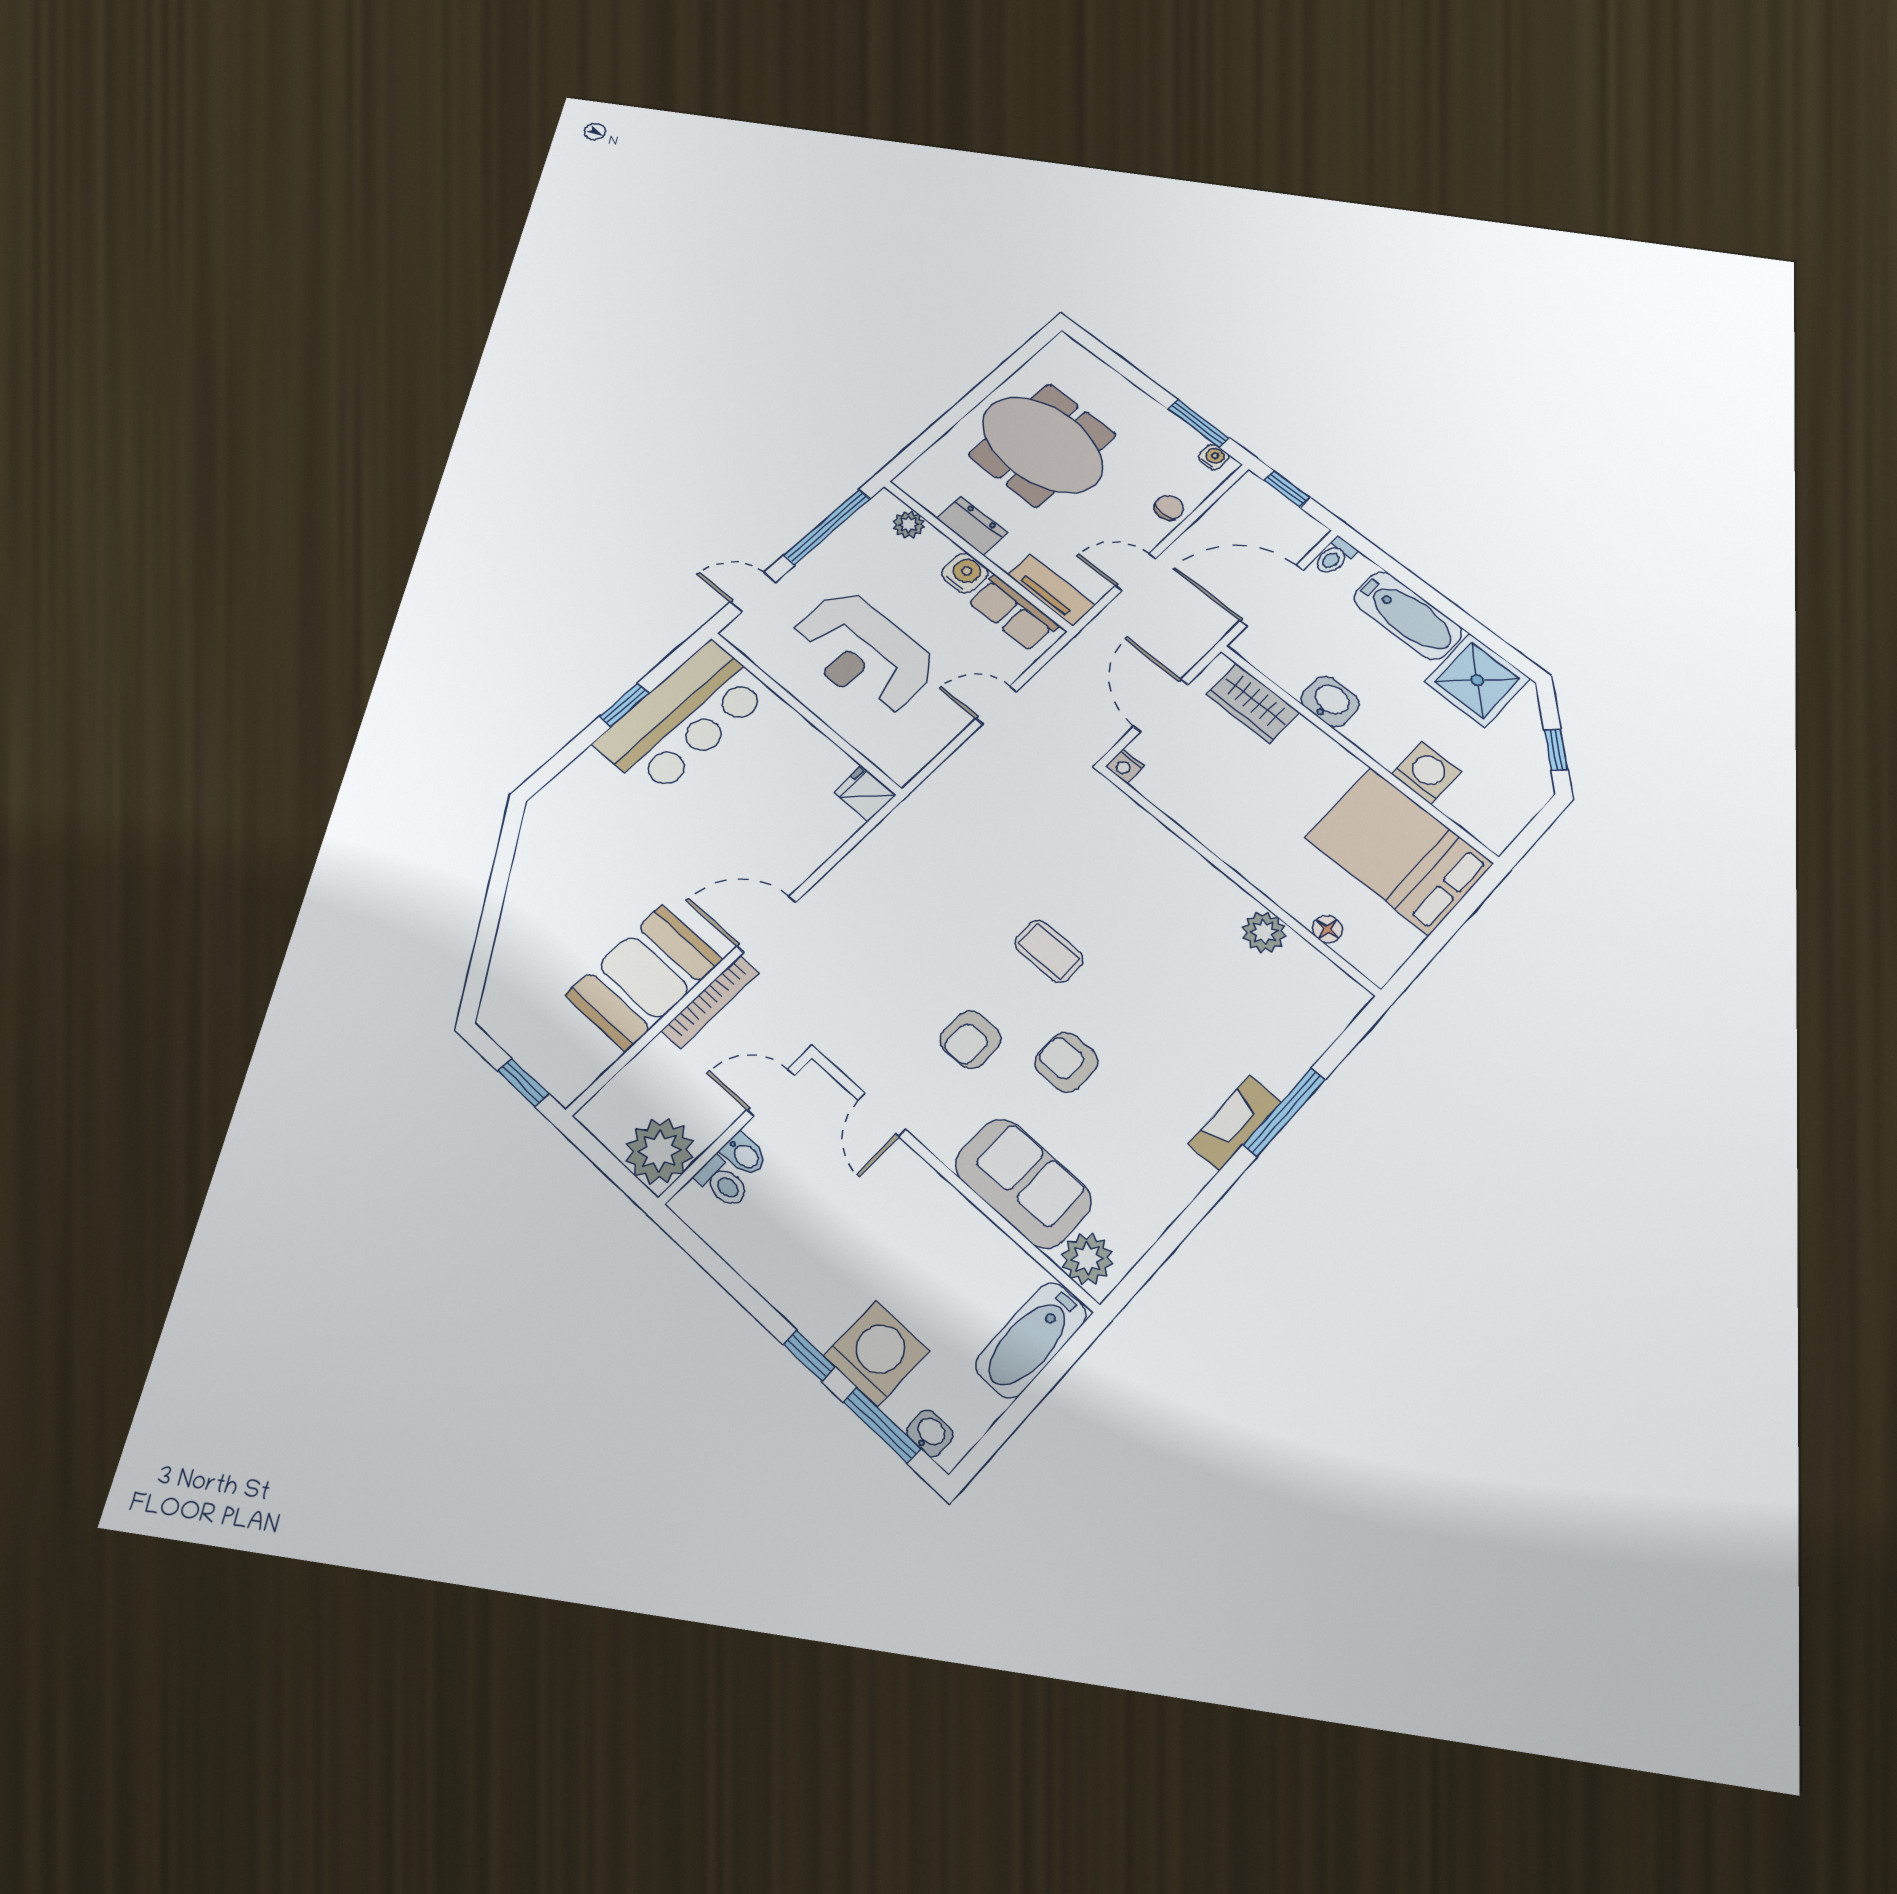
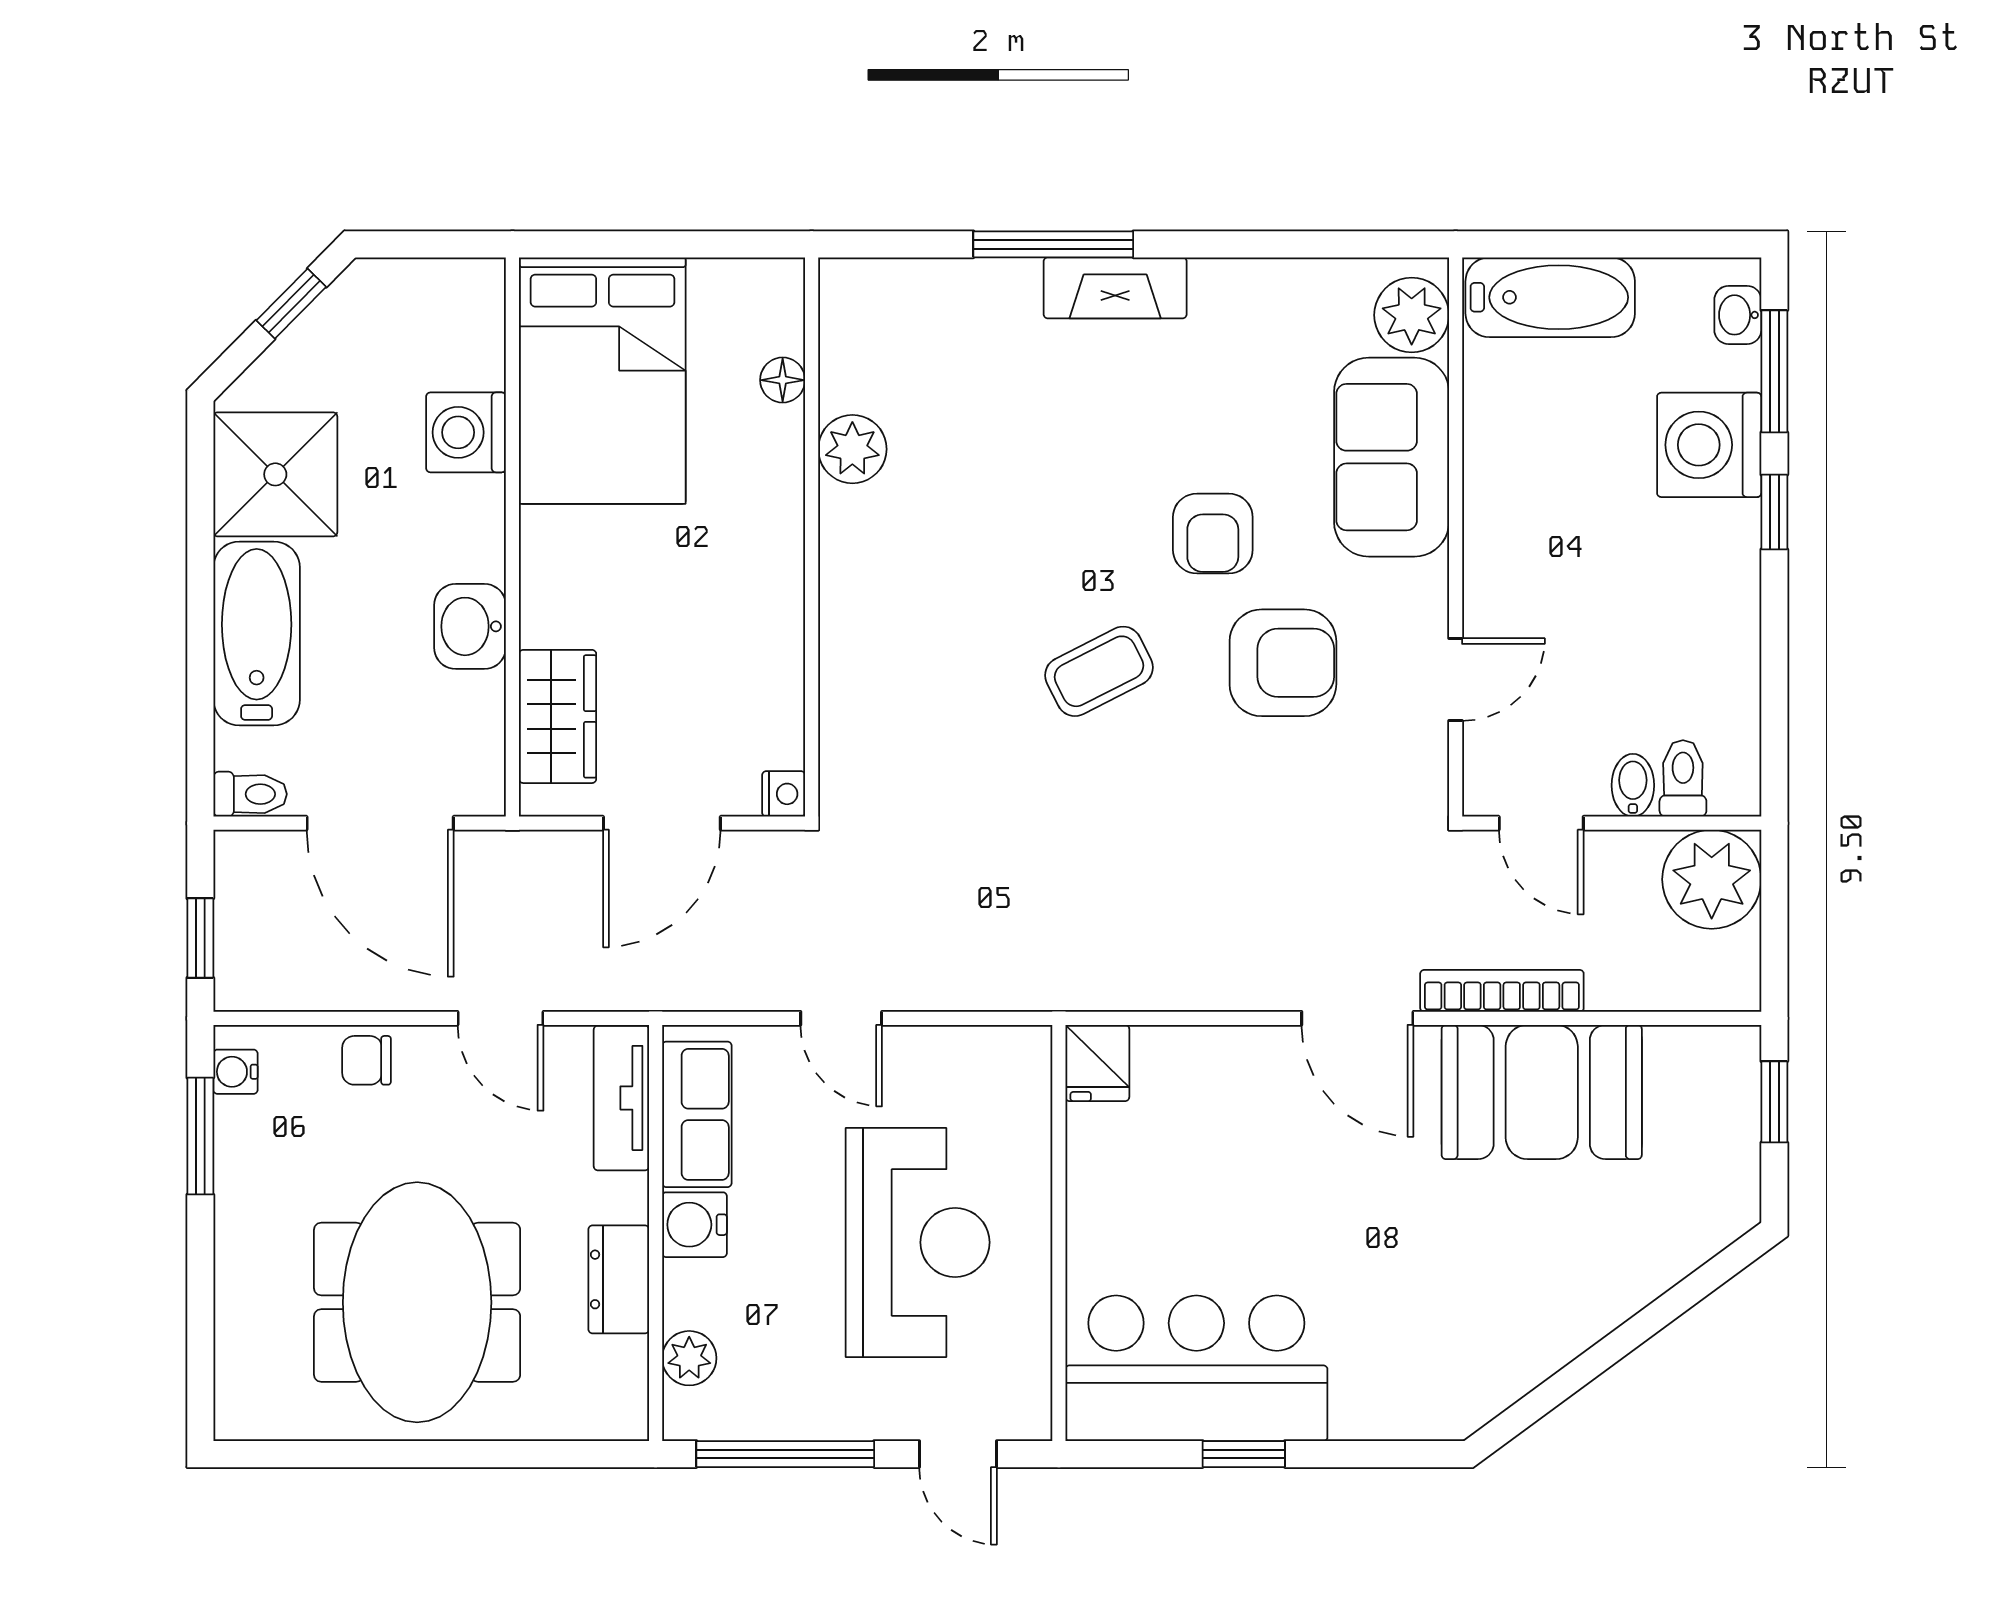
coffee table: (1049, 951) -> (1099, 671), turned 63
armchair: (971, 1039) -> (1283, 663), width x1.38, depth x1.38

